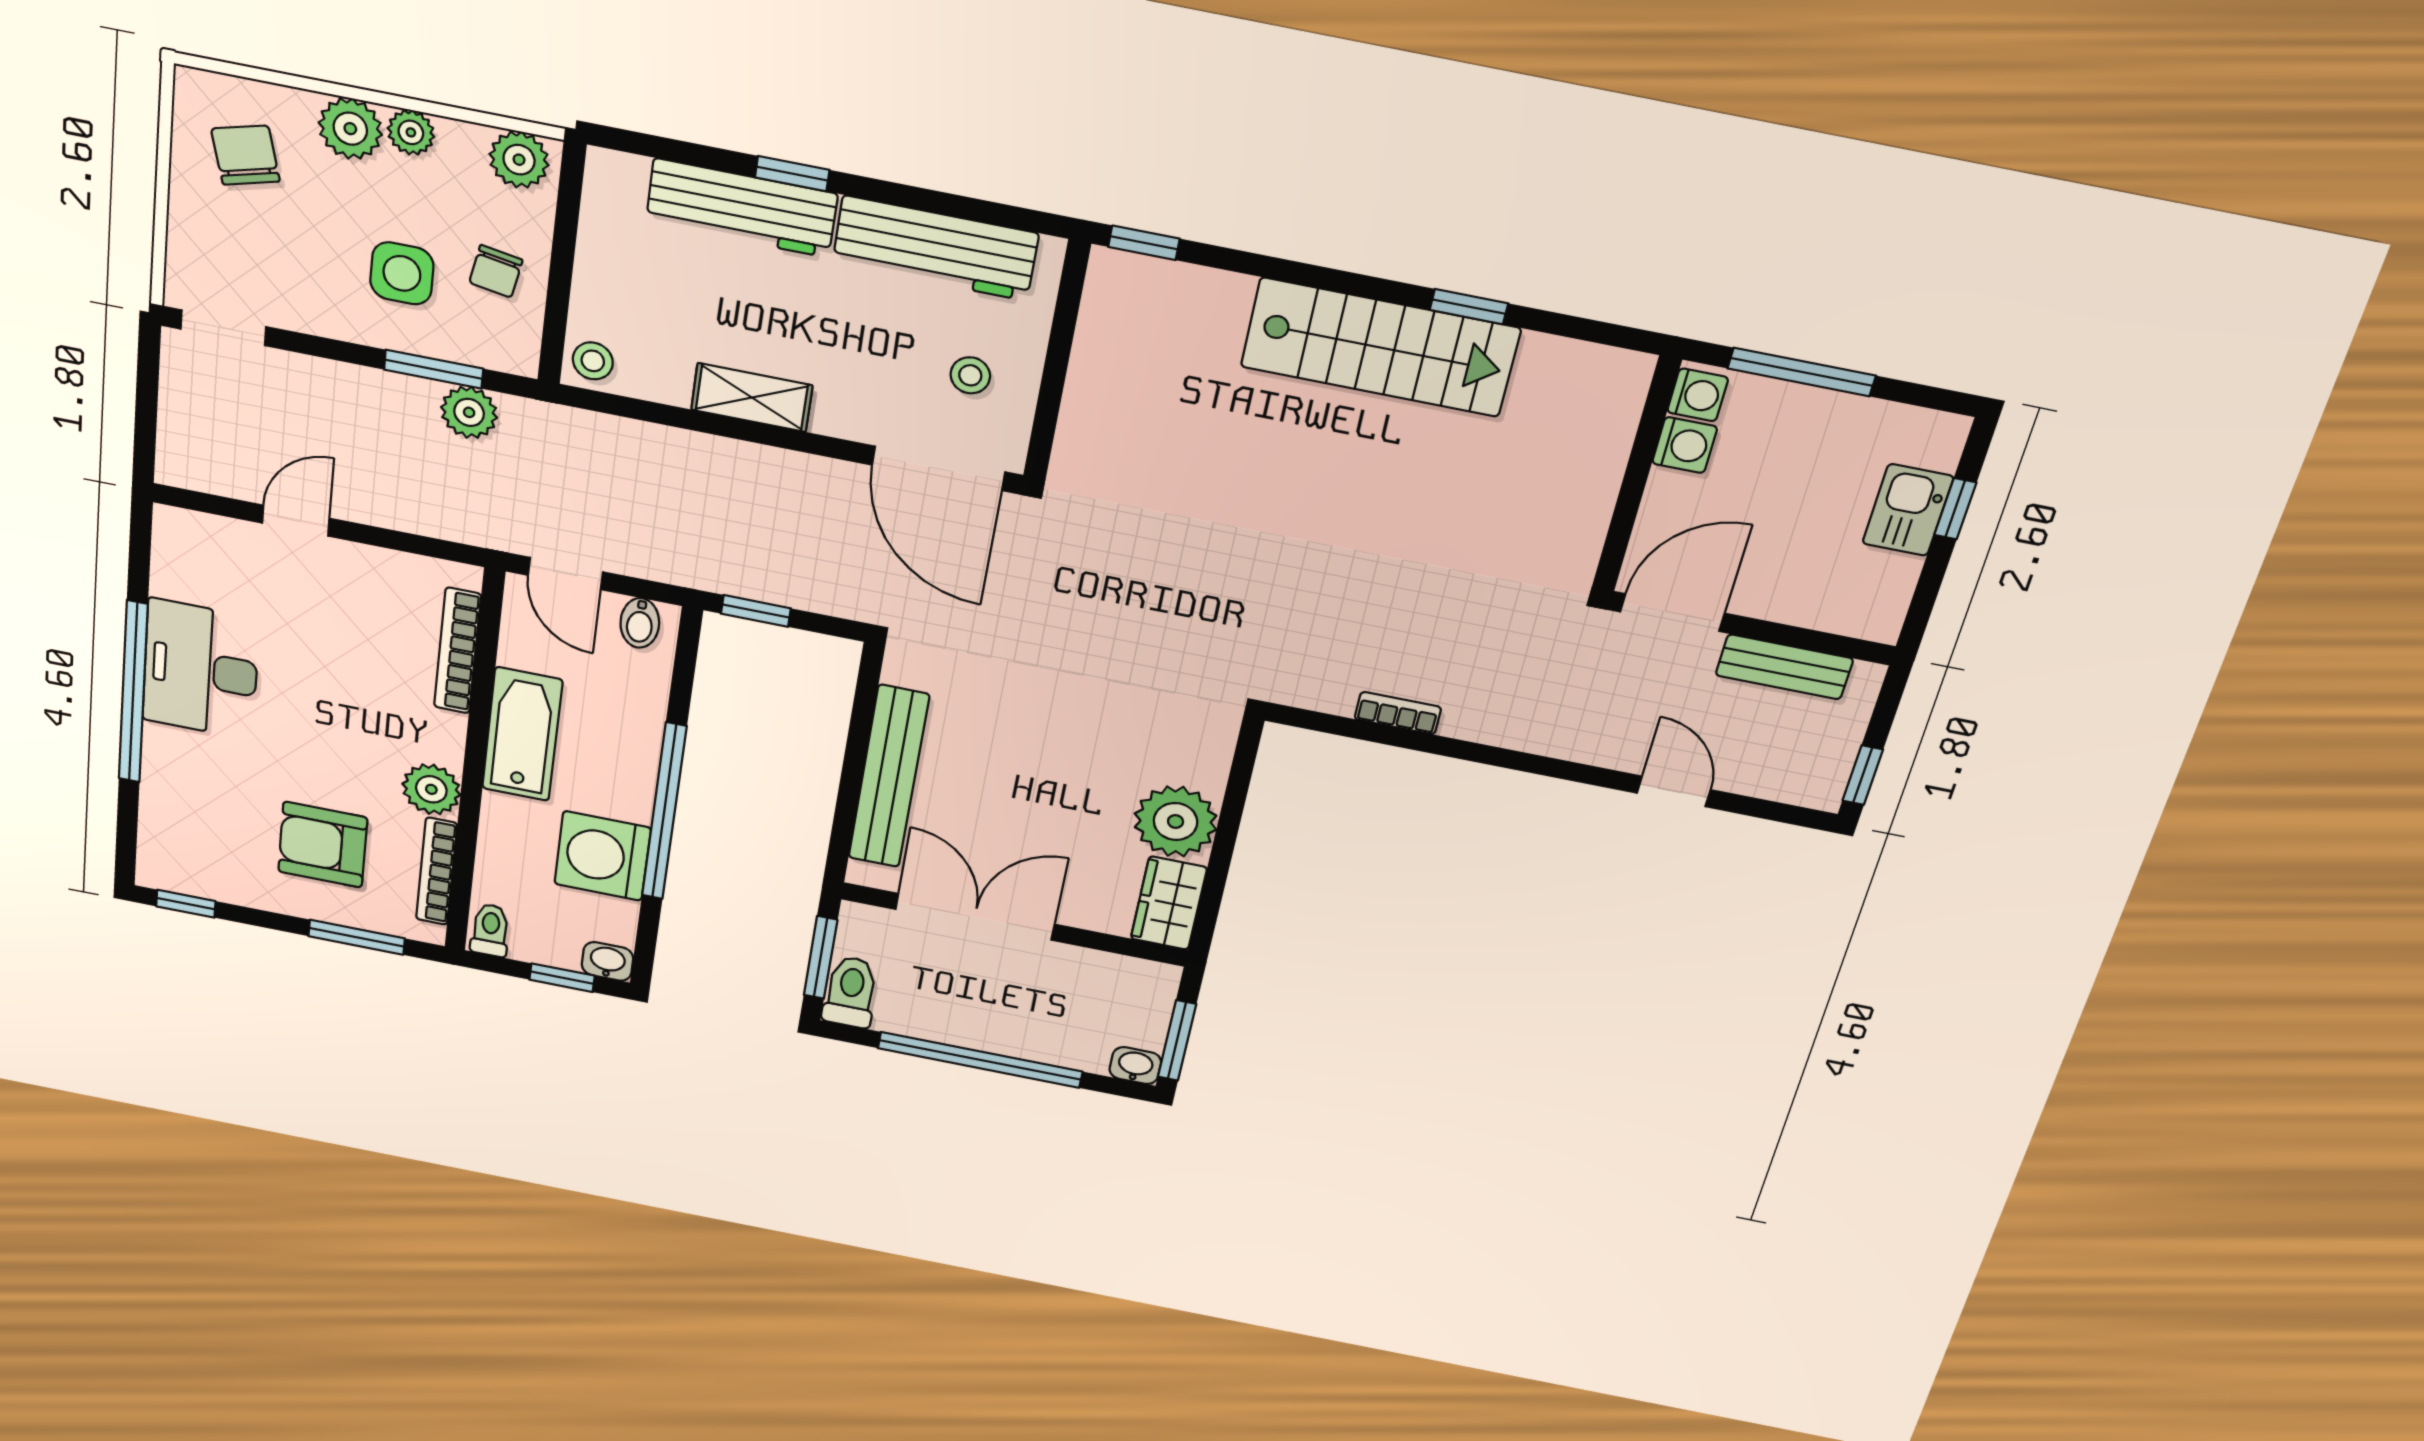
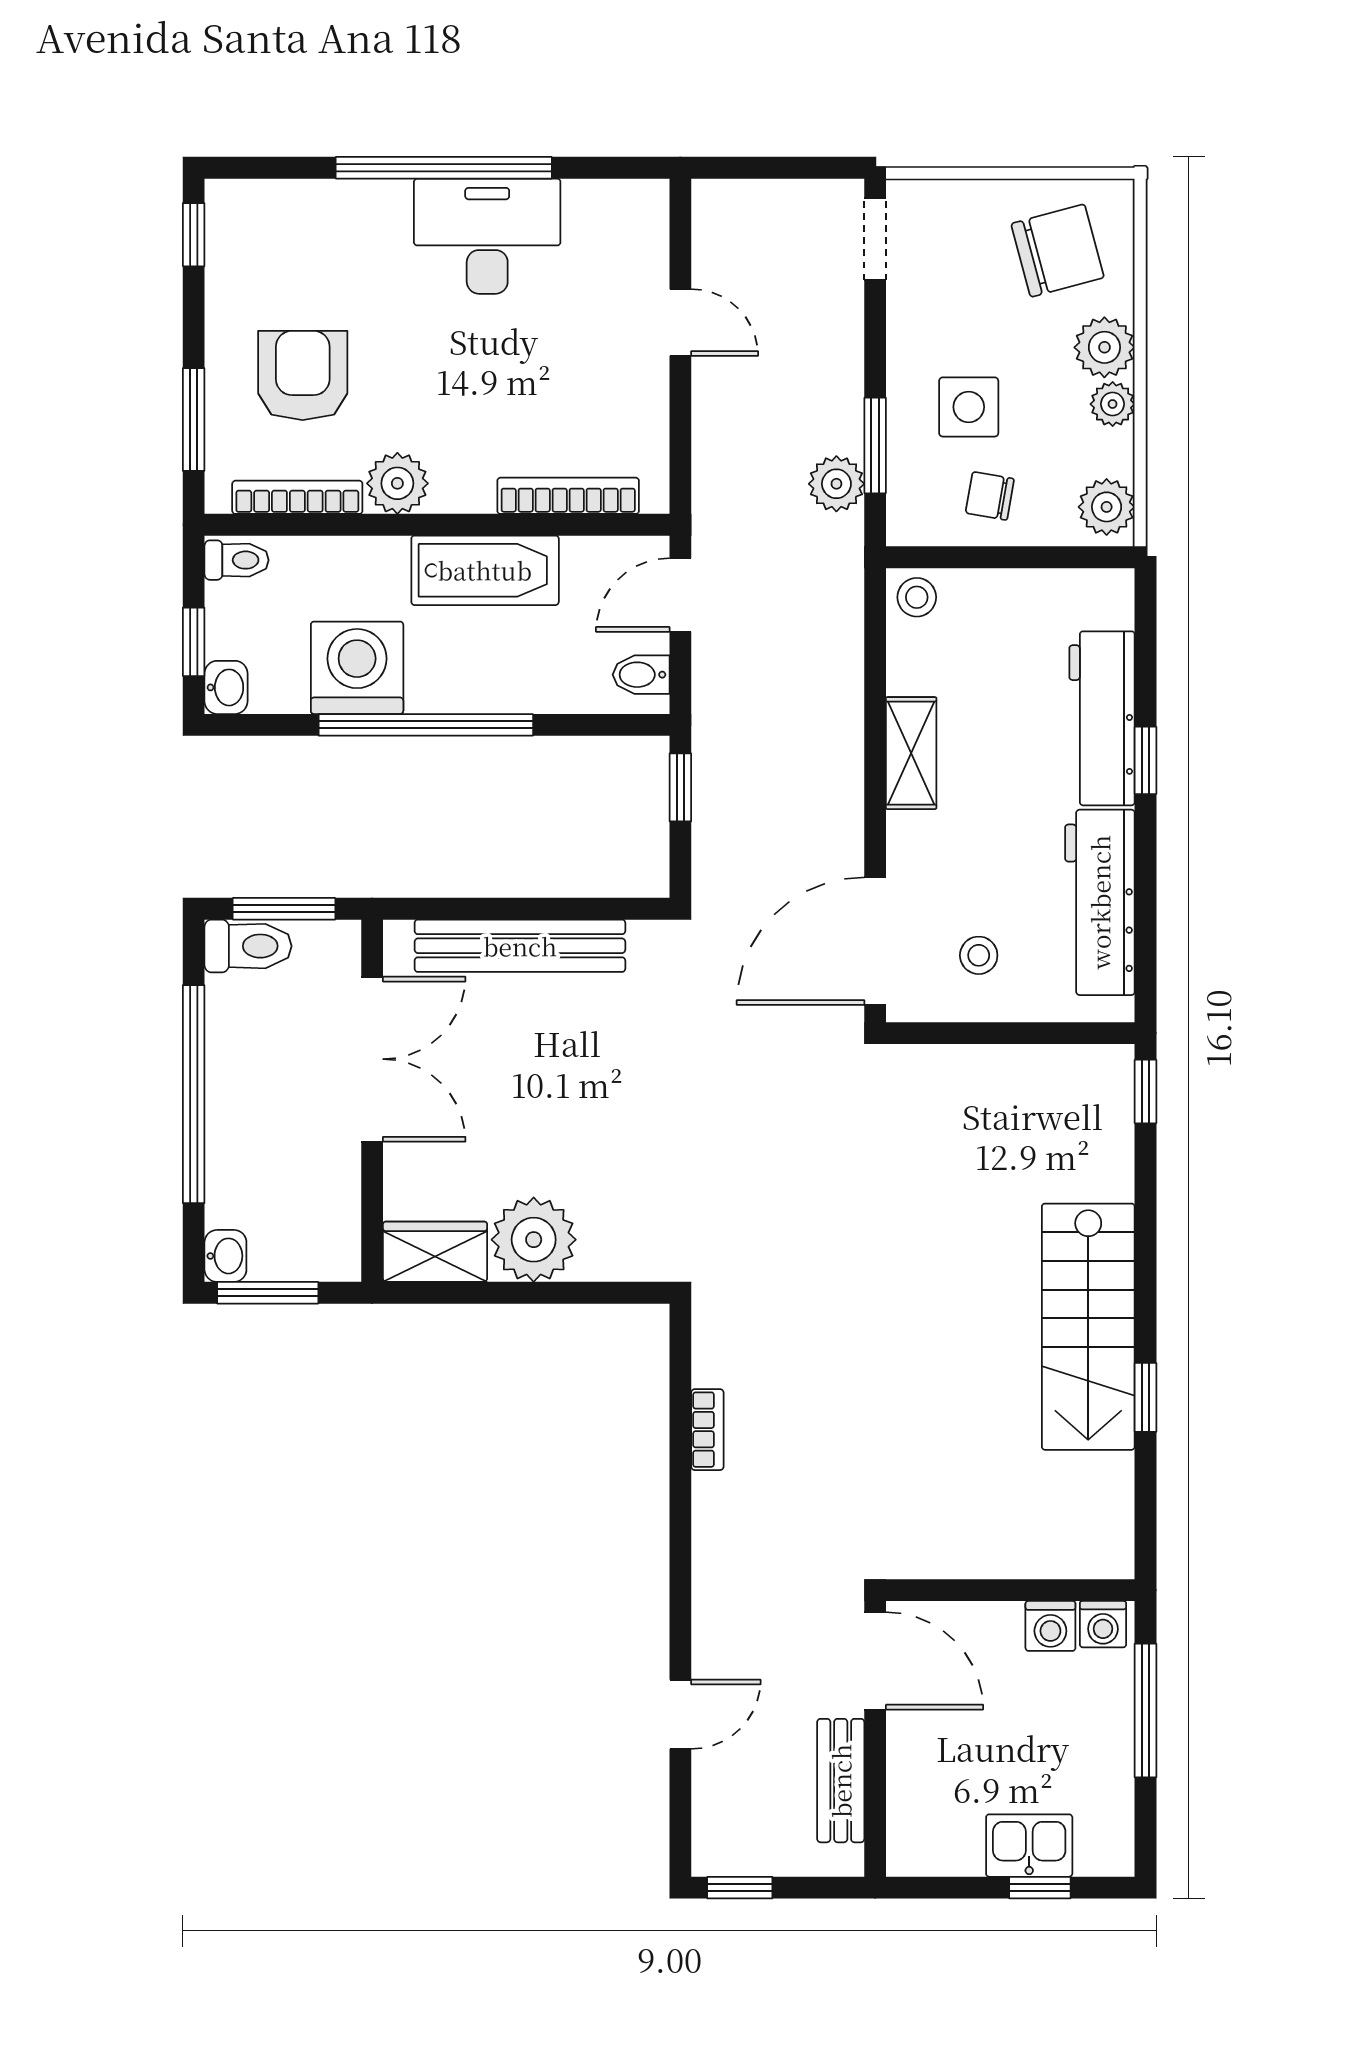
chair: (245, 155) -> (1058, 251), width x1.37, depth x1.37

